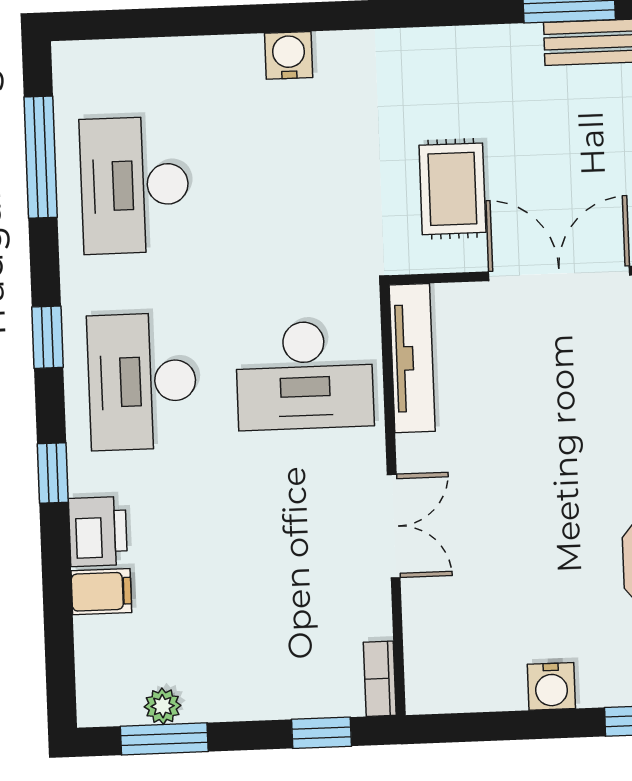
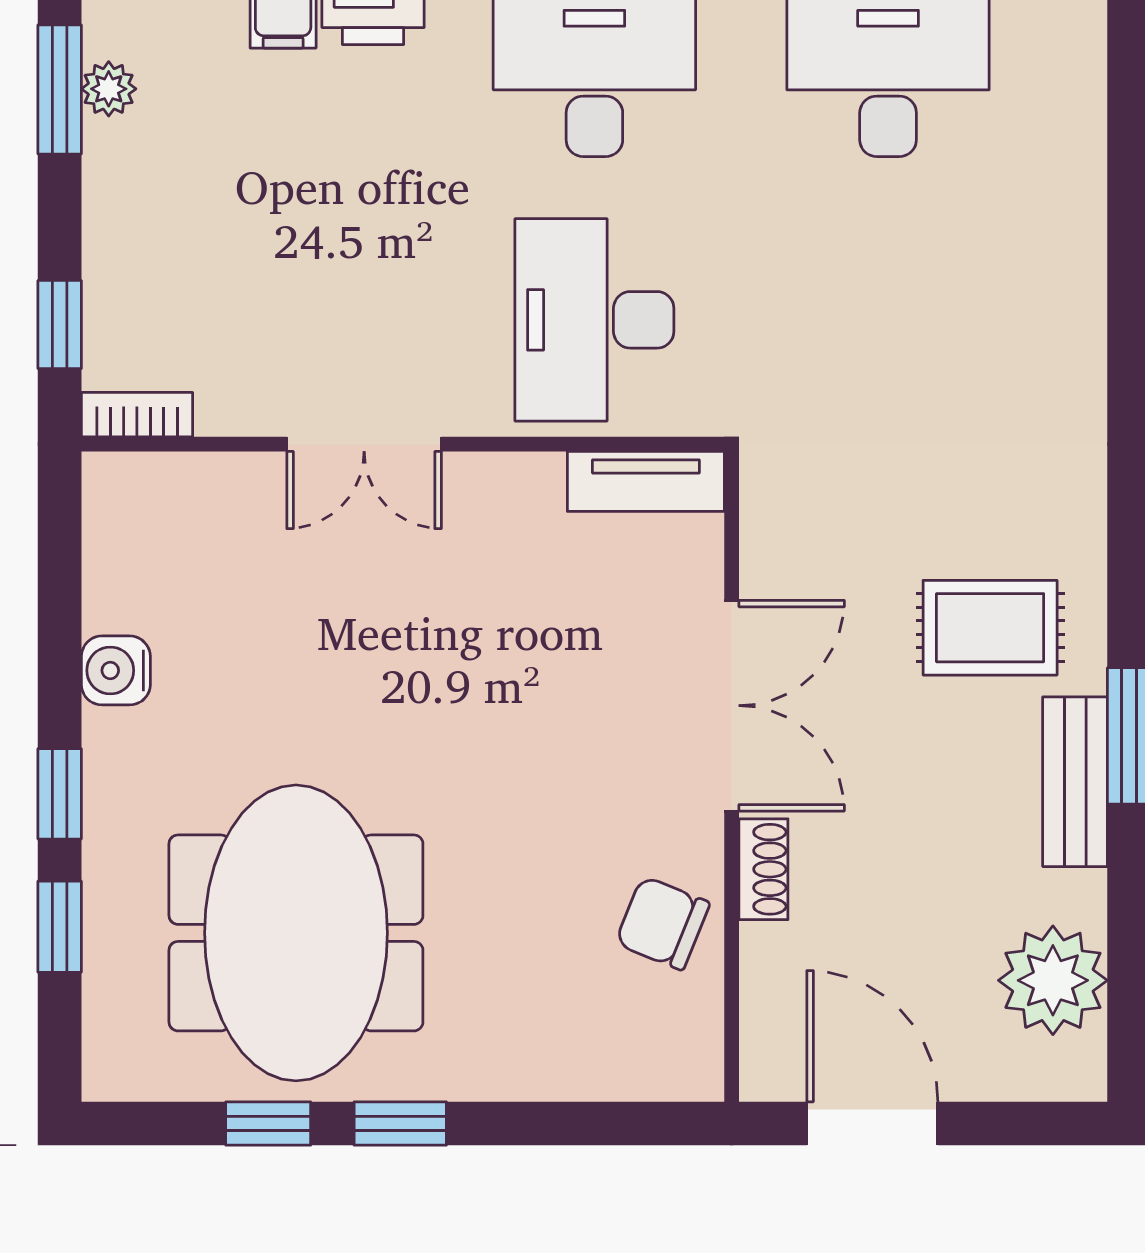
water cooler: (289, 55) -> (1073, 314), removed
rug: (452, 189) -> (990, 628), moved
tv unit: (412, 358) -> (646, 481), width x0.71

